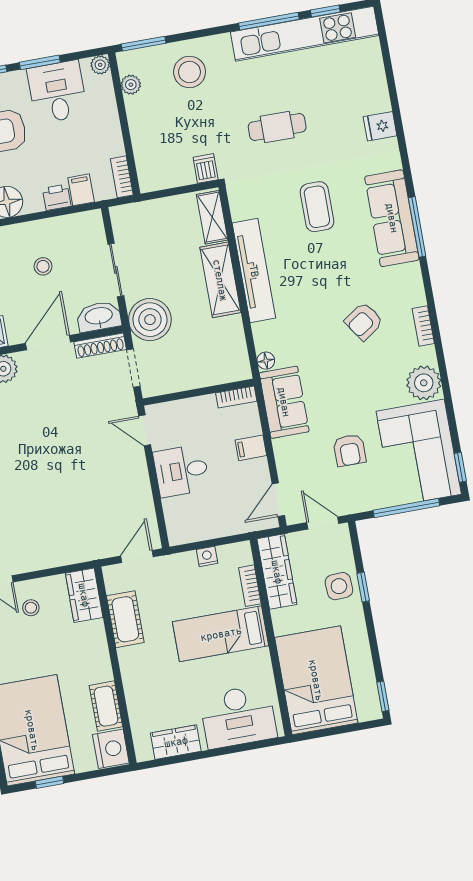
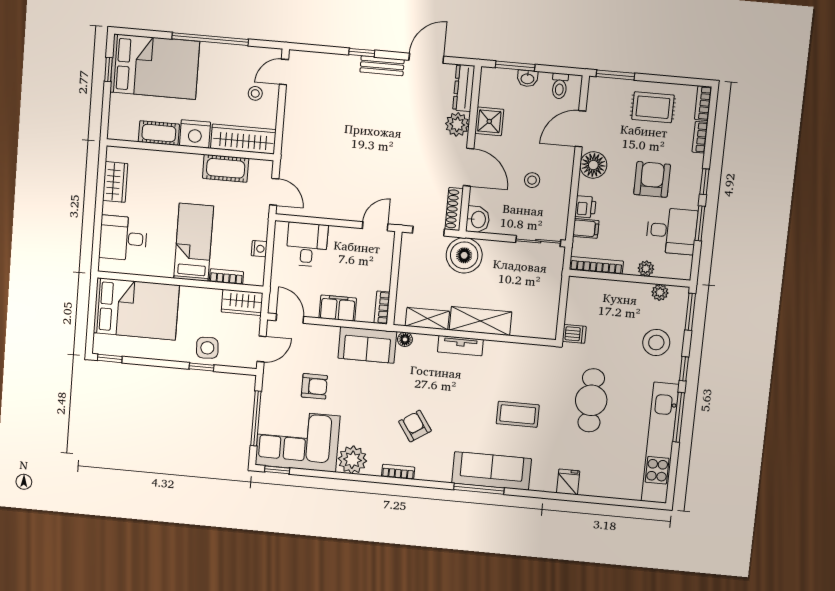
window: (325, 11) -> (684, 369), moved
plant: (100, 65) -> (646, 269), moved
cafe table: (277, 127) -> (591, 400), width x1.37, depth x1.35
bookcase: (122, 177) -> (596, 265), width x1.56
shelving: (212, 217) -> (427, 319), moved
sliding door: (116, 270) -> (538, 241), moved
tv unit: (254, 271) -> (460, 346), width x0.52, depth x0.78
washbasin: (99, 317) -> (478, 219), width x0.72
filing cabinet: (251, 448) -> (338, 308), width x2.00
armchair: (350, 450) -> (314, 386), turned 180
desk: (181, 471) -> (307, 245), moved
wardrobe: (277, 572) -> (242, 302), width x0.67
wardrobe: (84, 595) -> (243, 139), width x1.50
desk: (238, 716) -> (123, 238), width x0.73
nightstand: (111, 749) -> (195, 134), moved

